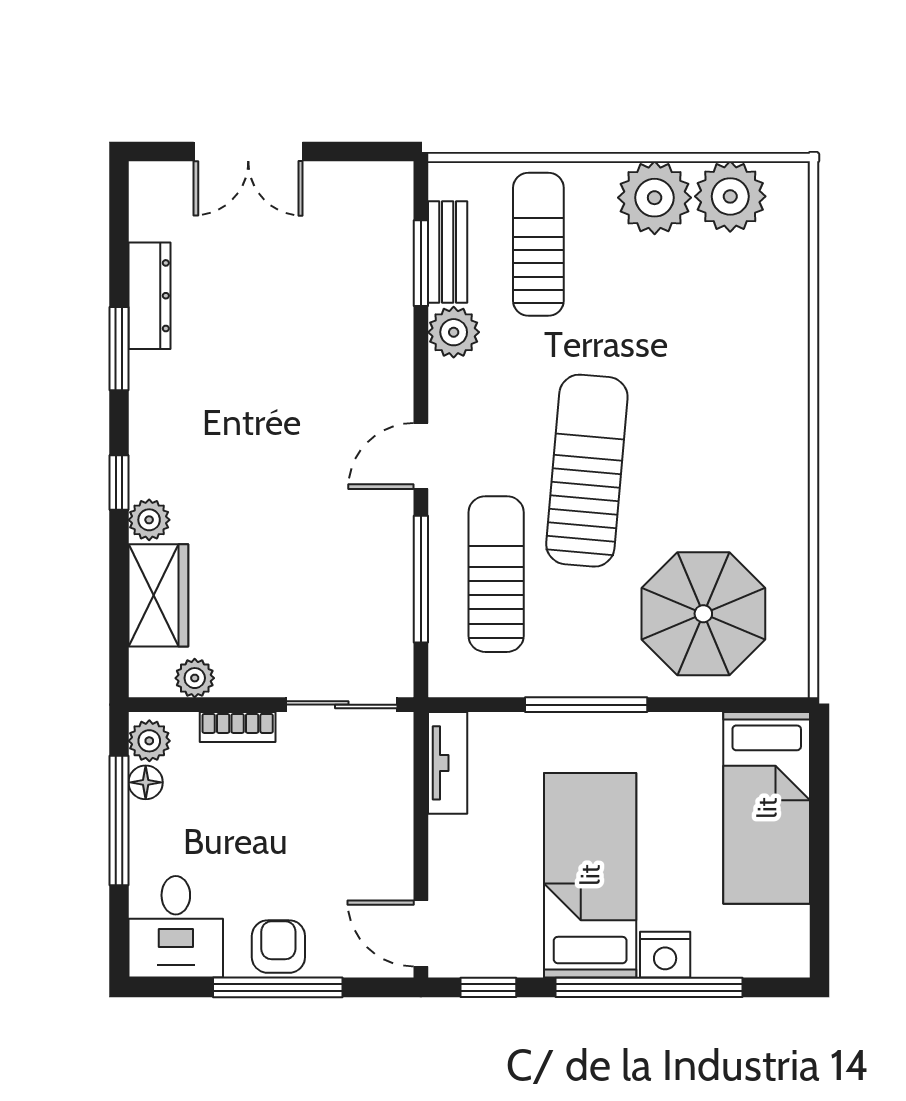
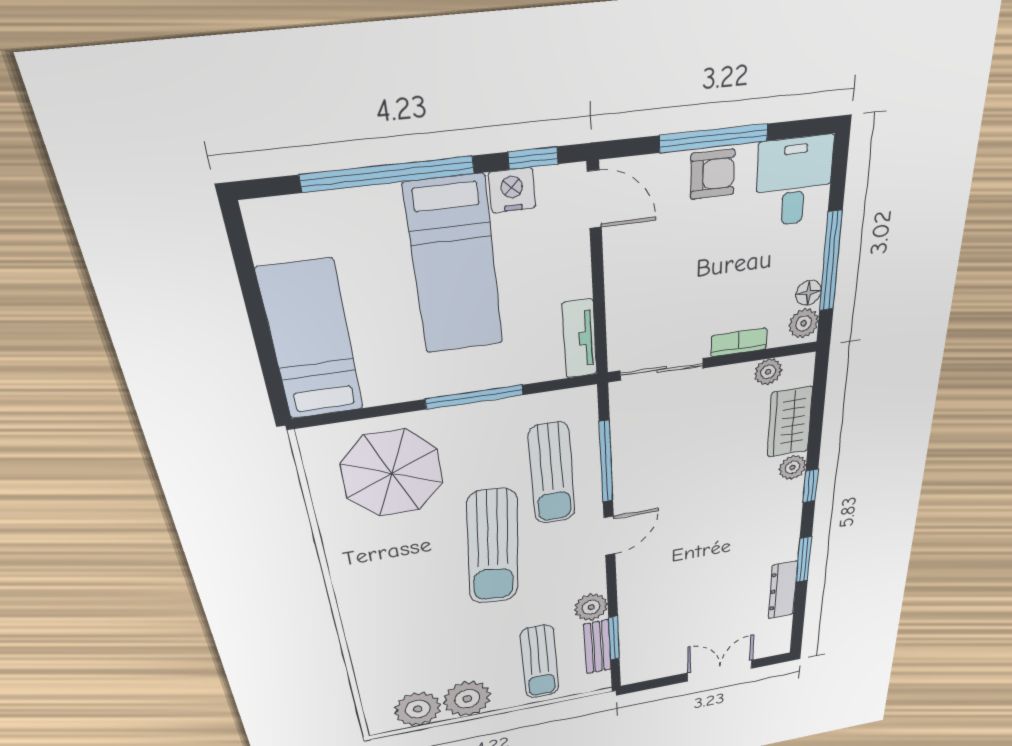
armchair: (278, 947) -> (713, 174), turned -90
nightstand: (665, 955) -> (512, 190), moved

